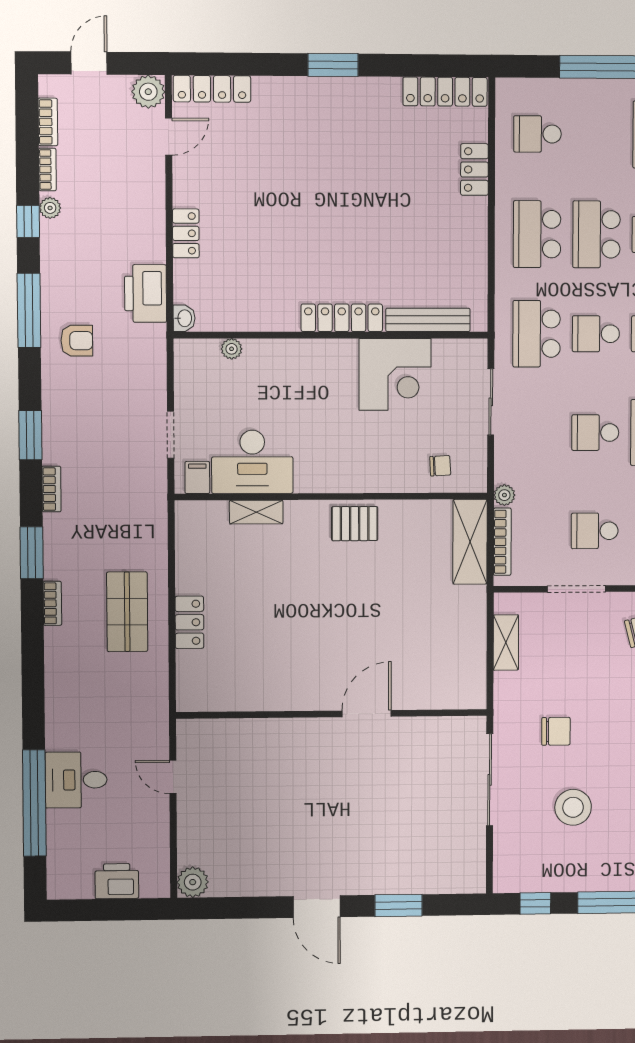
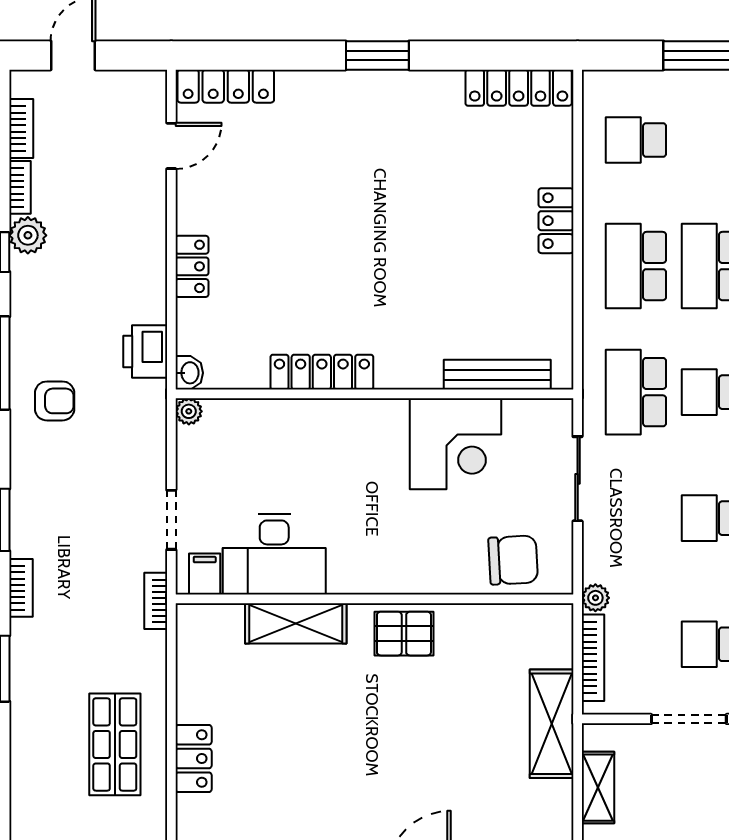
plant: (148, 92) -> (146, 90), removed
locker: (474, 170) -> (556, 221), moved
plant: (50, 208) -> (28, 235), width x1.38, depth x1.38
printer: (146, 293) -> (145, 352), width x0.73, depth x0.84
locker: (342, 318) -> (322, 372), moved
plant: (232, 349) -> (189, 411), moved
chair: (440, 466) -> (513, 560), width x1.87, depth x1.87
shelving: (256, 512) -> (296, 623), width x1.50, depth x1.33
shelving: (470, 542) -> (552, 724), moved
bookcase: (52, 603) -> (156, 601), moved, turned 180

